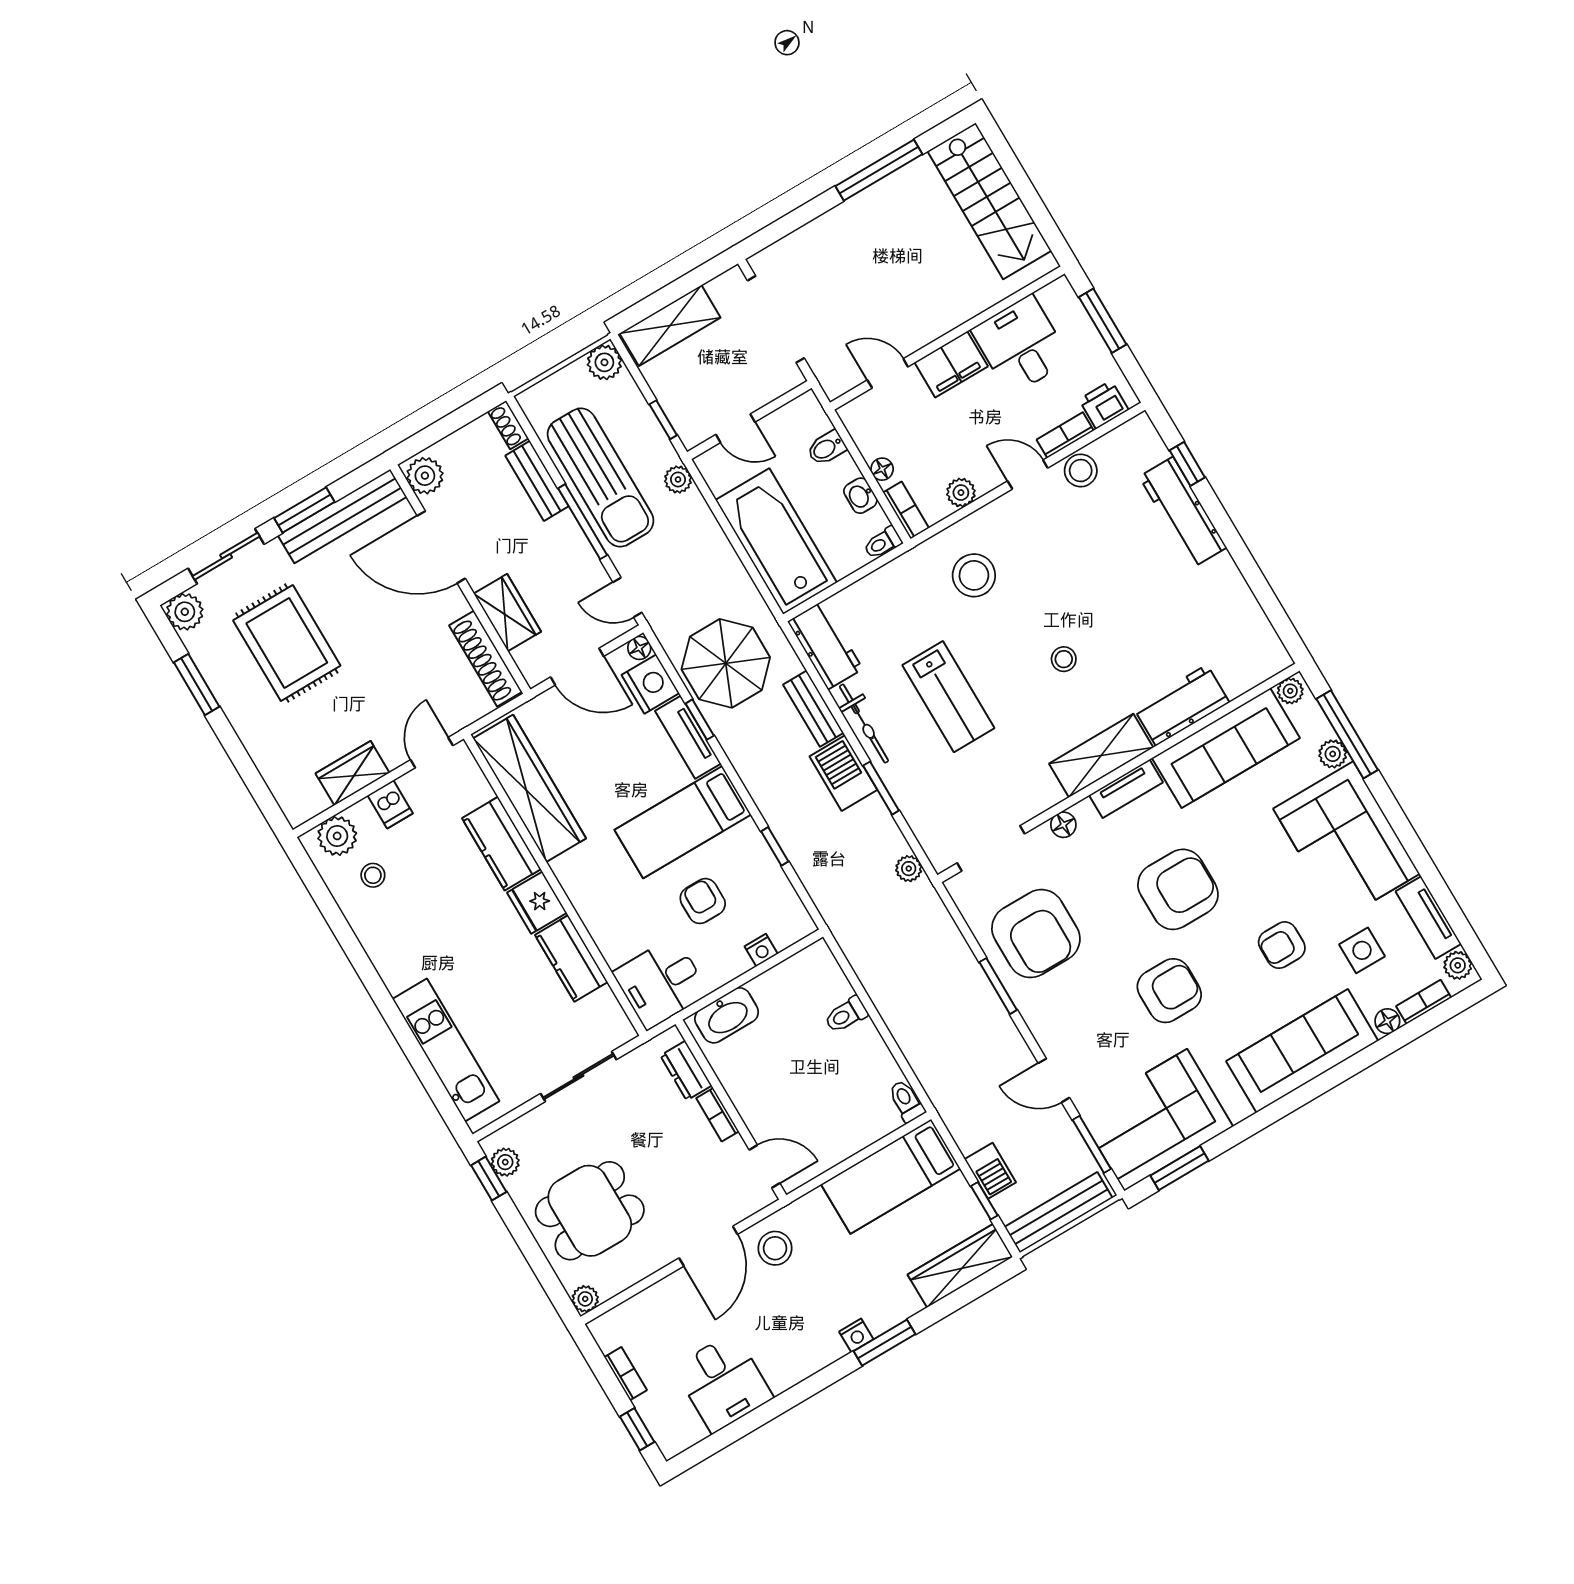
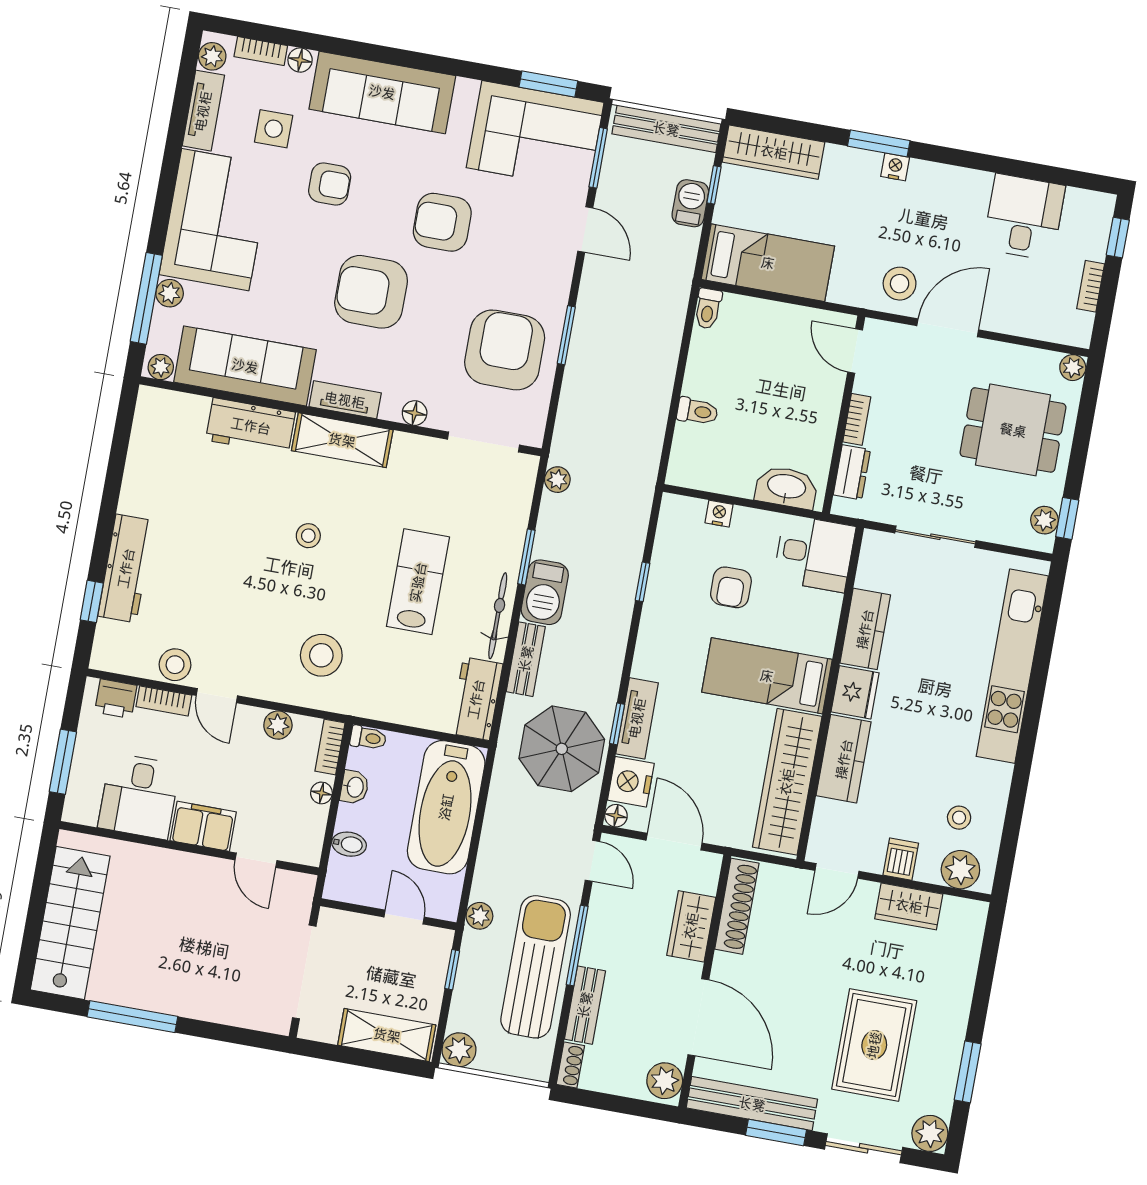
bed: (683, 822) -> (767, 676), moved, turned 180
kitchen unit: (446, 1050) -> (1012, 666), width x1.36

